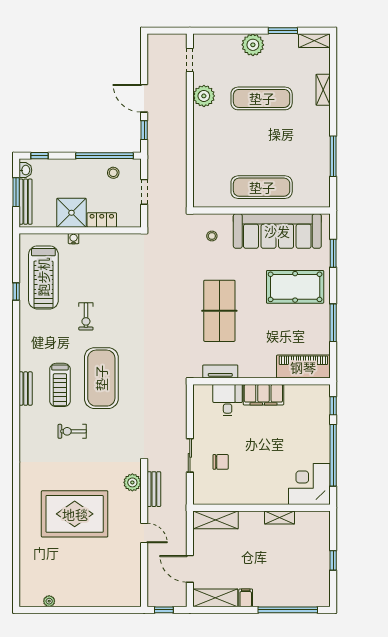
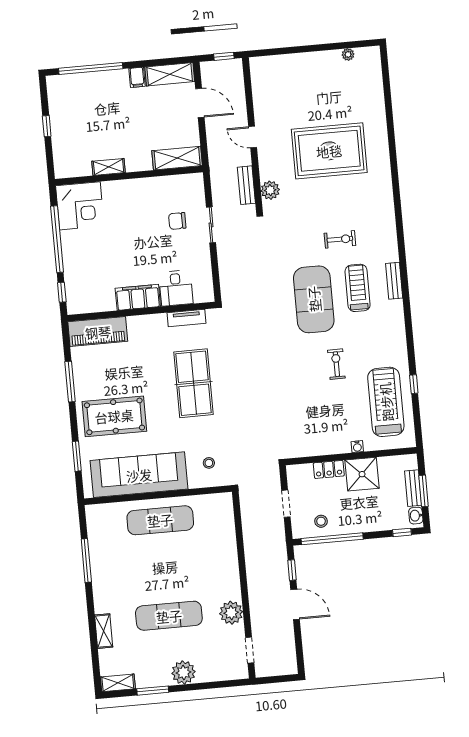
bench: (26, 202) -> (413, 488), width x0.73

